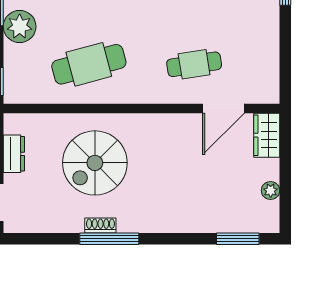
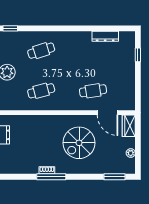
cafe table: (89, 64) -> (41, 91), width x0.73, depth x0.74
door: (224, 108) -> (108, 113), hinge flipped
spiral stairs: (95, 163) -> (79, 143), moved

